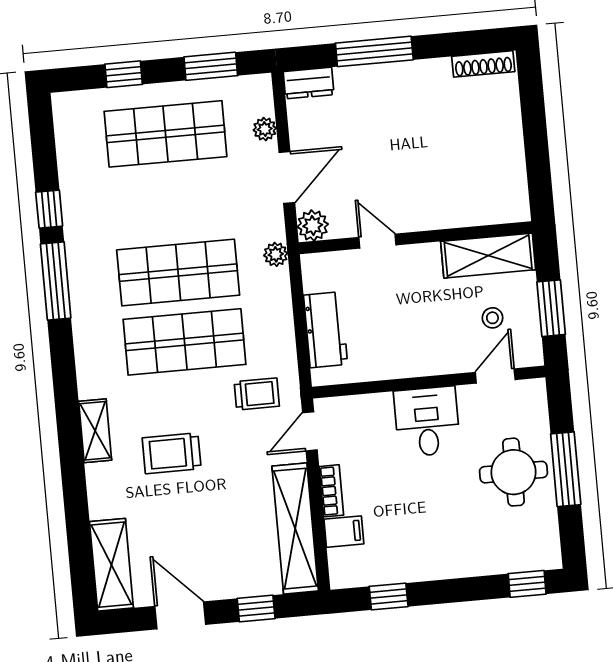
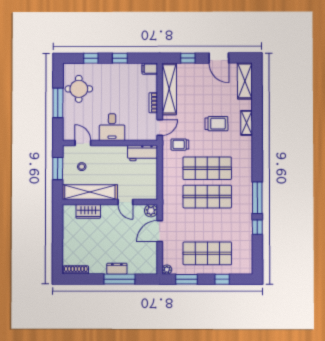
dresser: (309, 83) -> (117, 269), moved
plant: (265, 129) -> (167, 270), moved
wardrobe: (466, 210) -> (88, 211), added
plant: (276, 254) -> (167, 200), removed
shelving: (488, 256) -> (90, 192), width x1.47
workbench: (326, 330) -> (142, 153), moved, turned -90
door: (495, 376) -> (83, 143), swing flipped
shelving: (95, 431) -> (247, 123), moved
round table: (514, 472) -> (79, 89), moved
filing cabinet: (344, 532) -> (150, 69), moved
window: (527, 584) -> (91, 58), moved
window: (389, 596) -> (120, 58), moved

